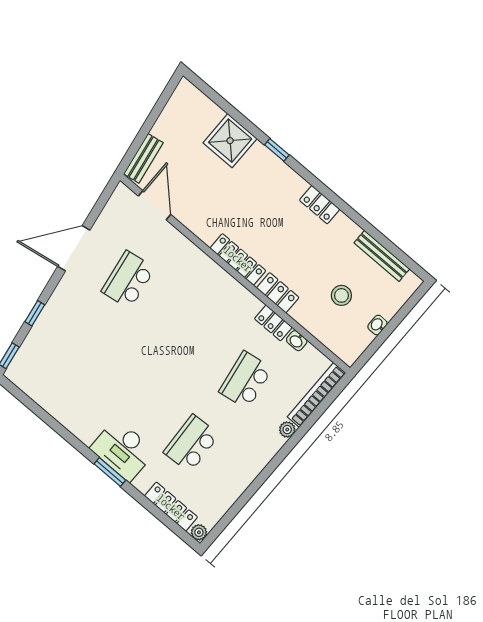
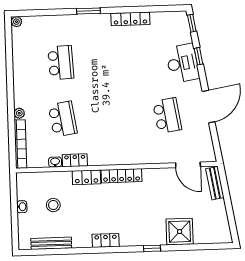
desk: (123, 450) -> (182, 63), moved, turned 81
locker: (171, 507) -> (130, 19), moved

